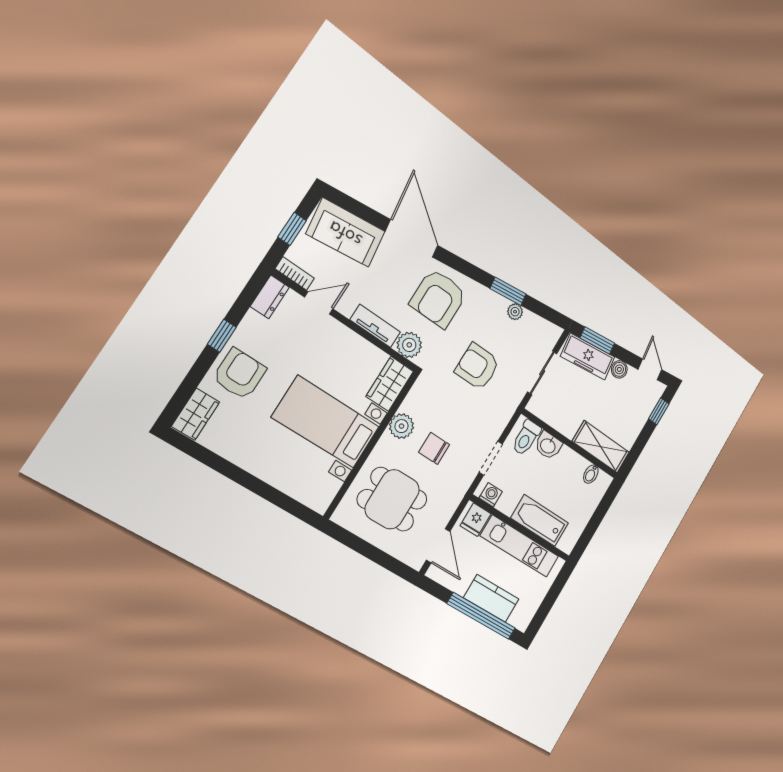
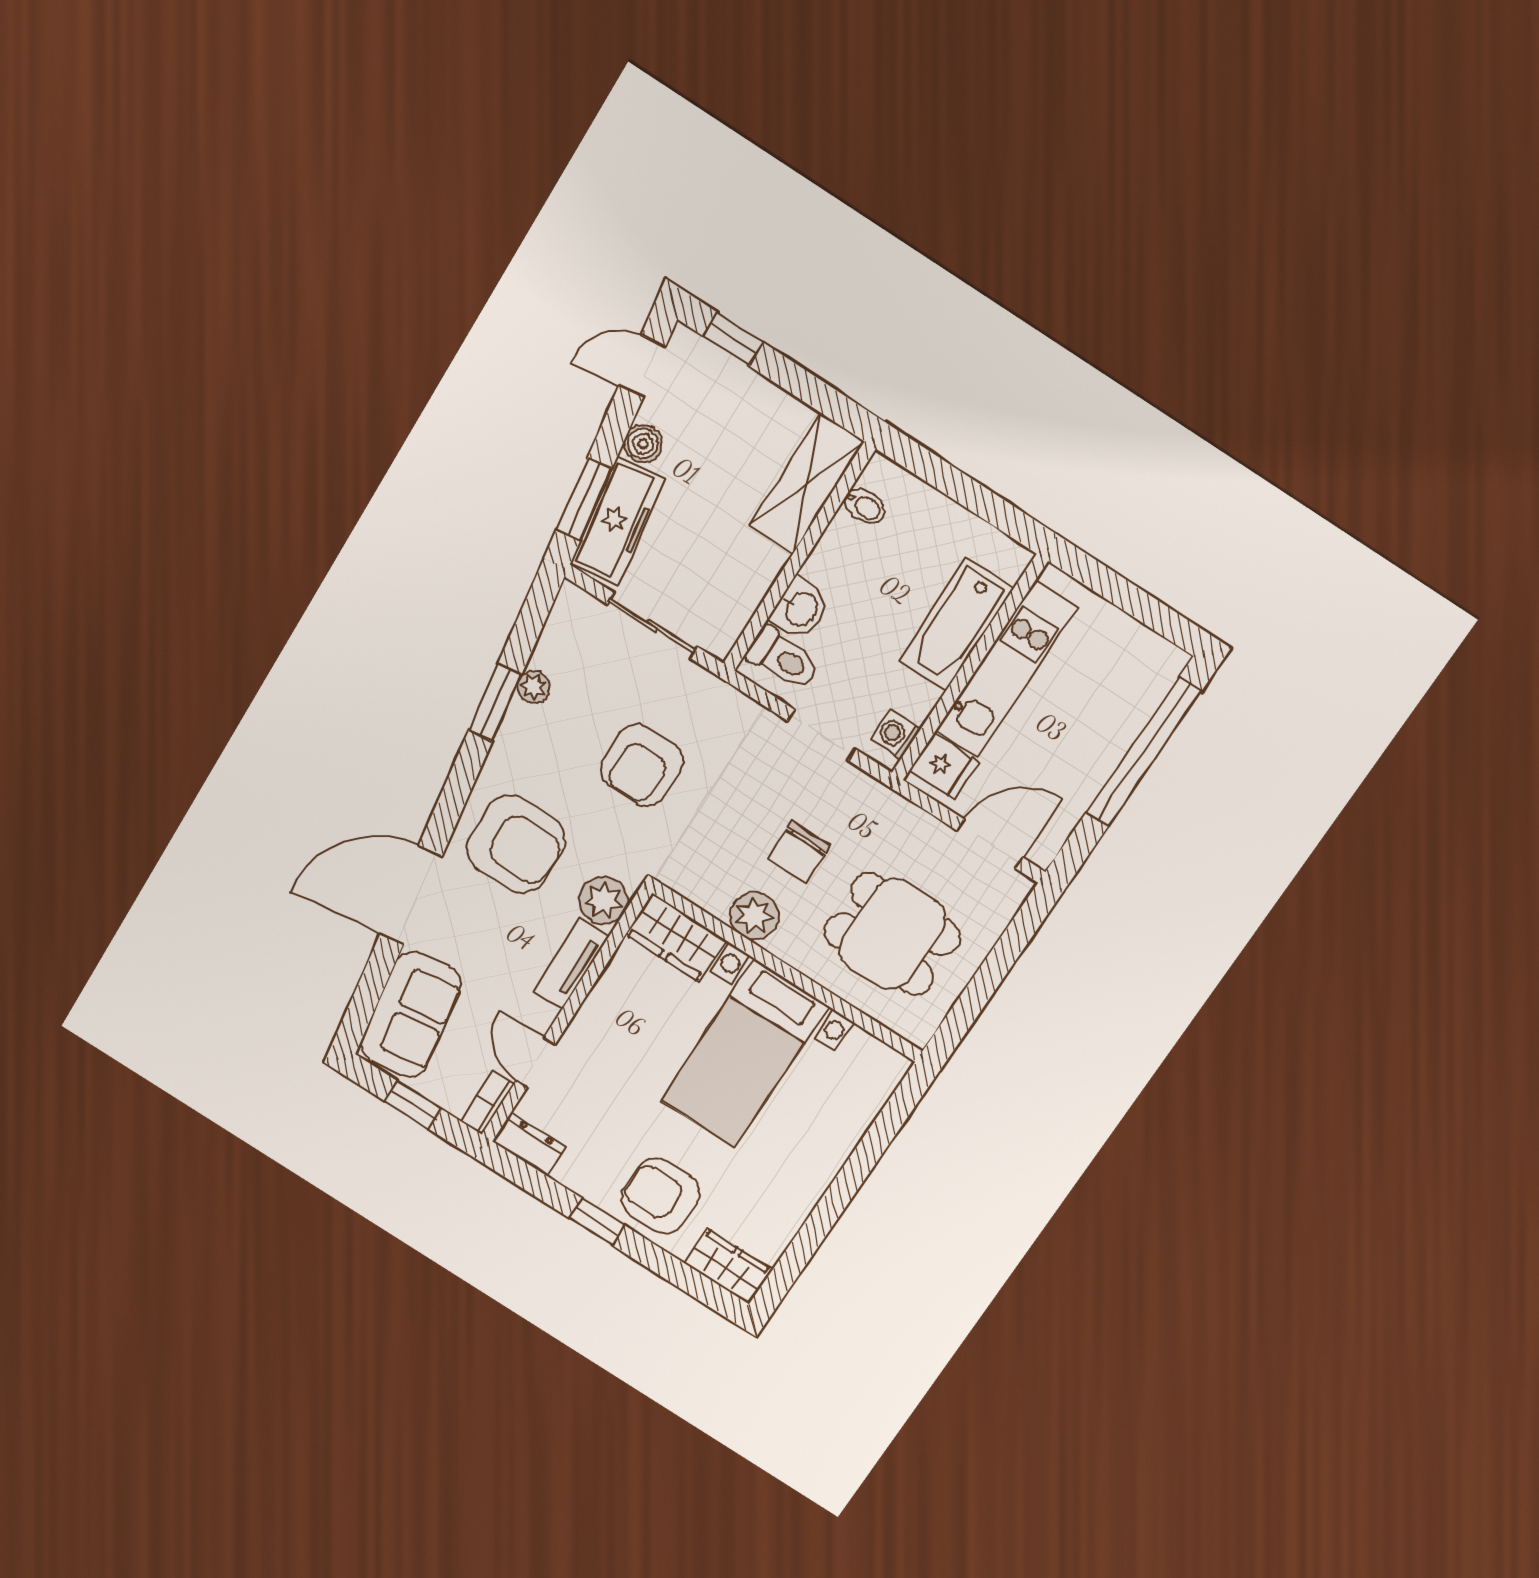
dining table: (392, 499) -> (892, 934), turned 90
kitchen counter: (491, 598) -> (1109, 731), removed

